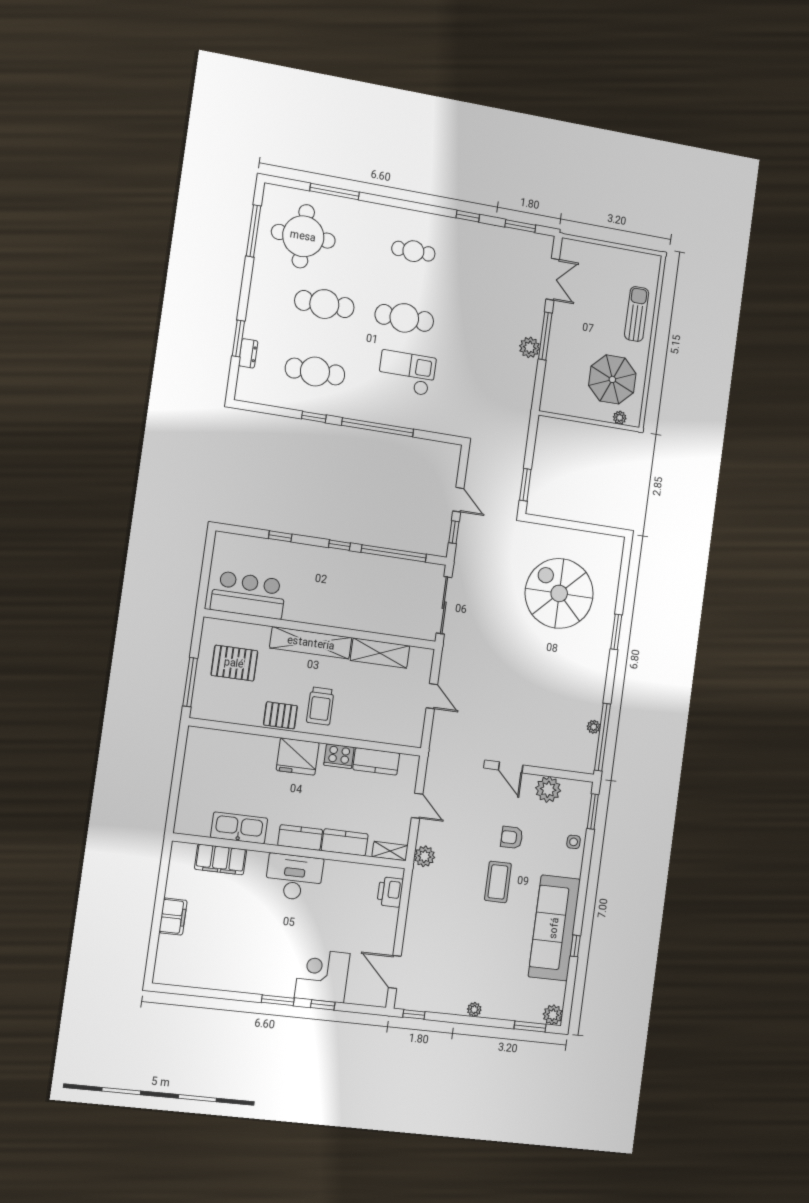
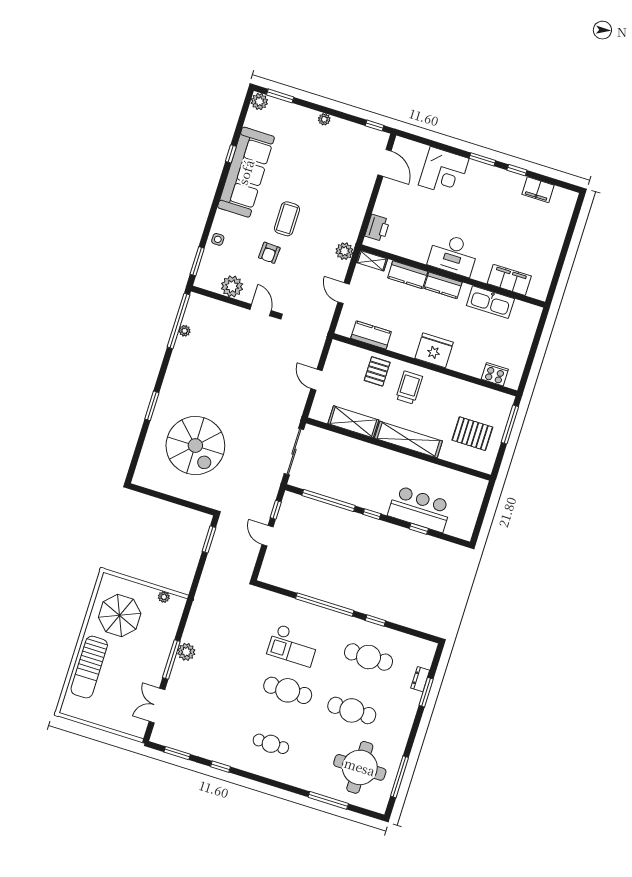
sun lounger: (637, 314) -> (89, 667), width x1.36, depth x1.34
plant: (620, 418) -> (164, 597), moved
bar counter: (248, 595) -> (420, 509), moved, turned 180
pallet: (280, 715) -> (377, 371), moved, turned 90
cooker: (339, 756) -> (495, 374), moved
armchair: (512, 837) -> (269, 253), turned 93
filing cabinet: (173, 917) -> (538, 190), moved, turned -90
window: (323, 1005) -> (517, 170), moved

